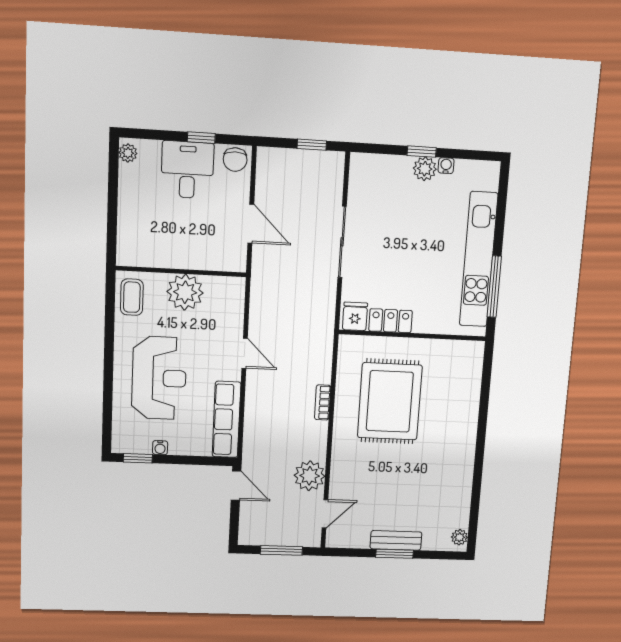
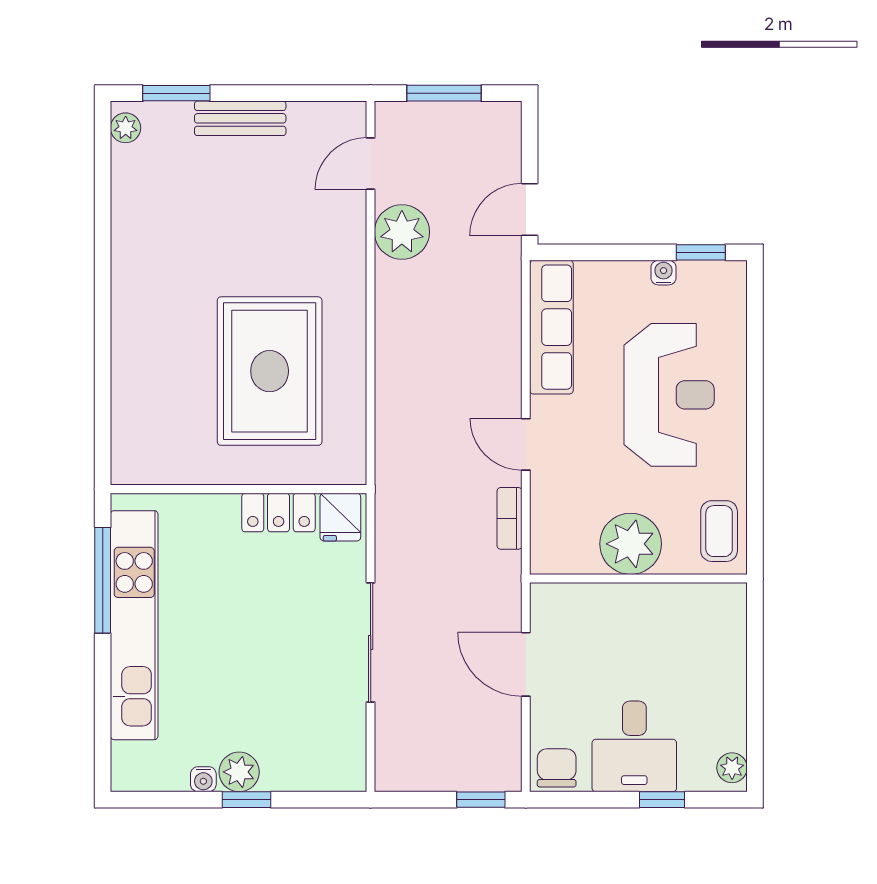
window: (201, 138) -> (662, 800), moved
window: (312, 145) -> (481, 800), moved
reception desk: (159, 378) -> (669, 395), turned 180
bookcase: (323, 402) -> (510, 518), moved, turned 180
door: (236, 486) -> (530, 210), hinge flipped
window: (394, 554) -> (176, 93), moved

